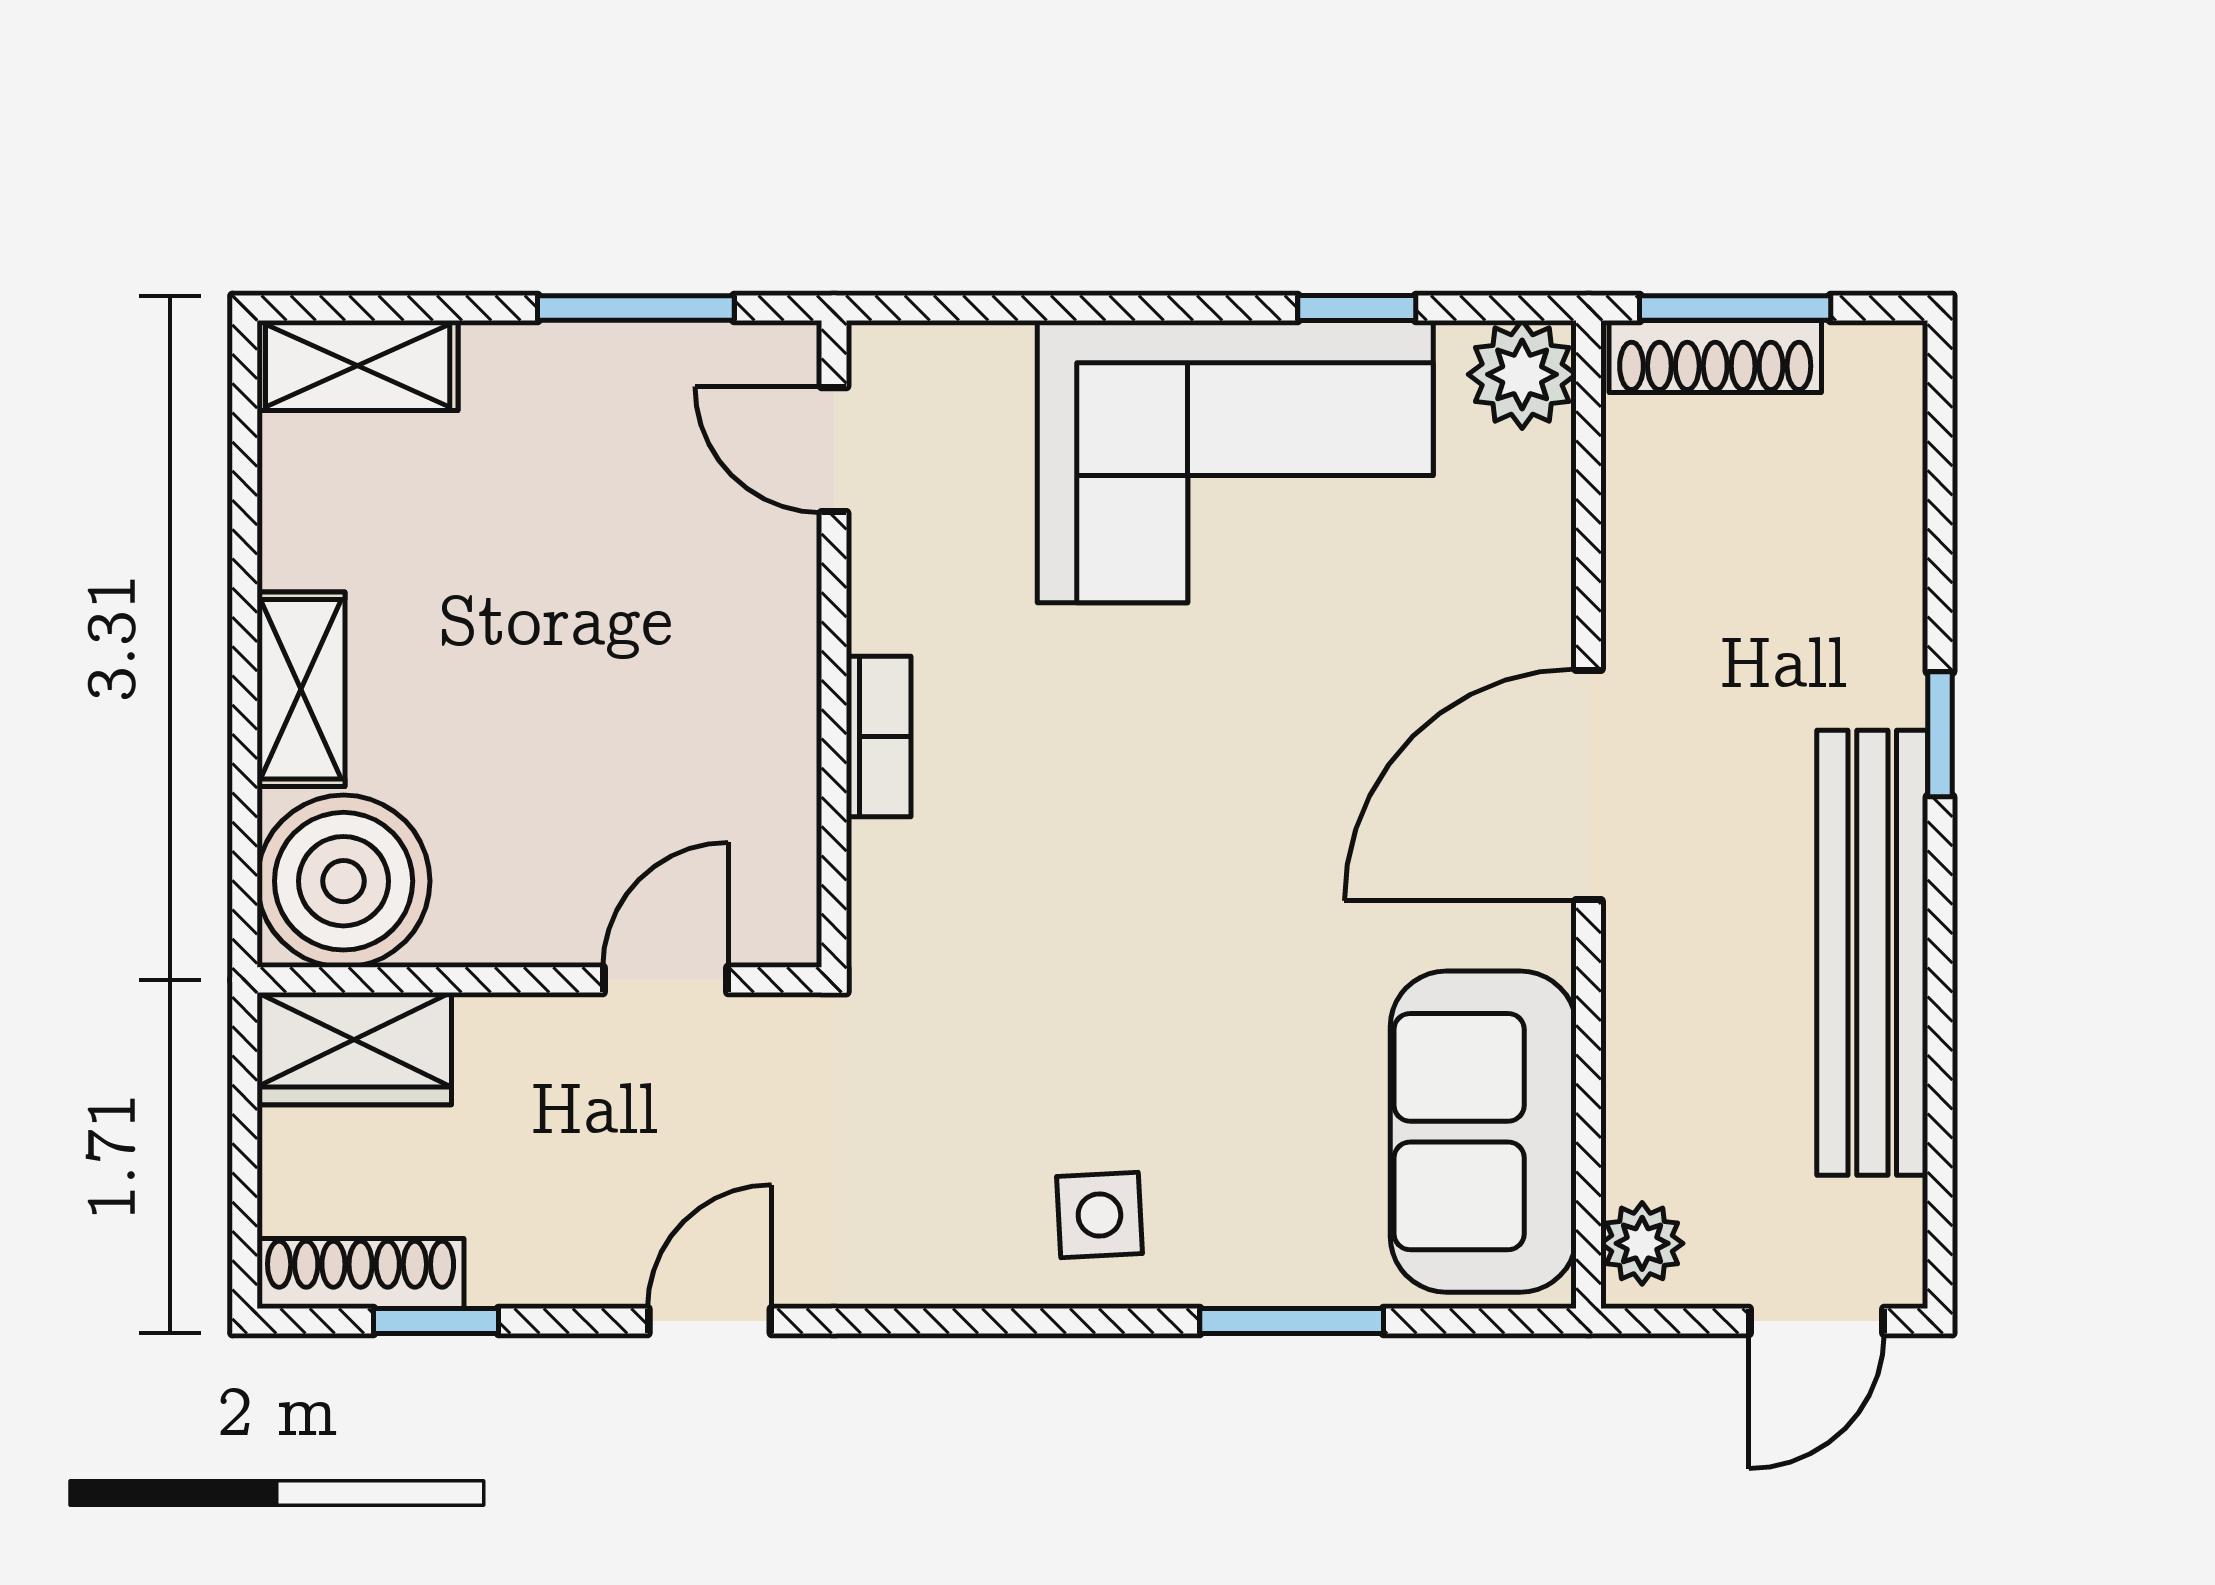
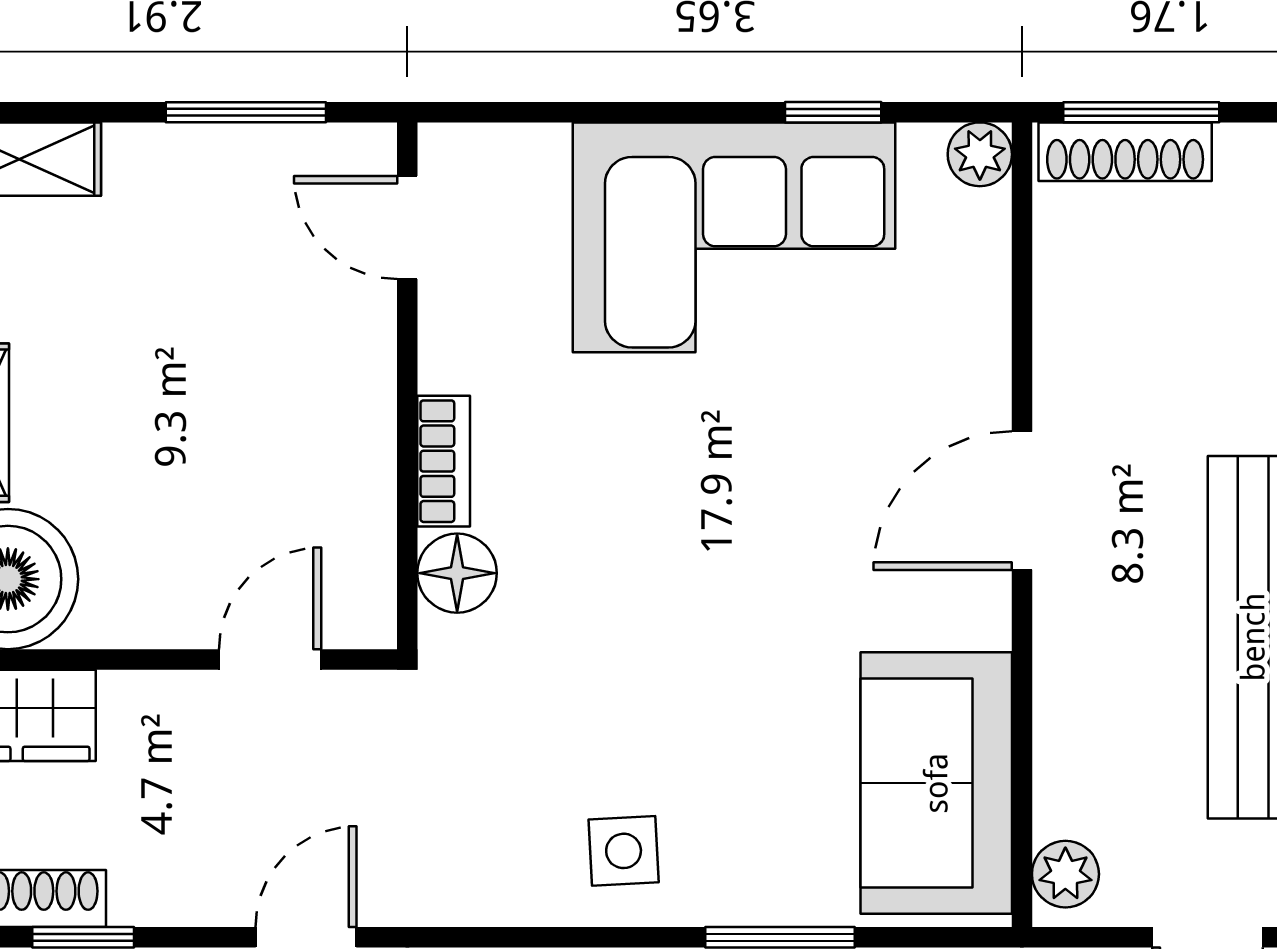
plant: (1522, 374) -> (980, 154), width x0.73, depth x0.73
door: (1589, 785) -> (1022, 501), width x0.73
floor lamp: (895, 874) -> (457, 573), added

